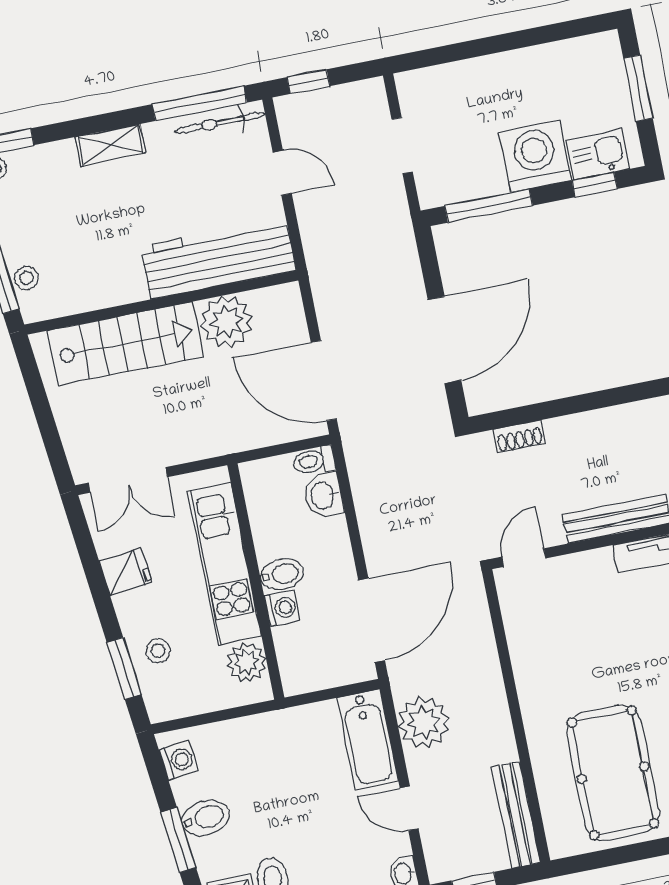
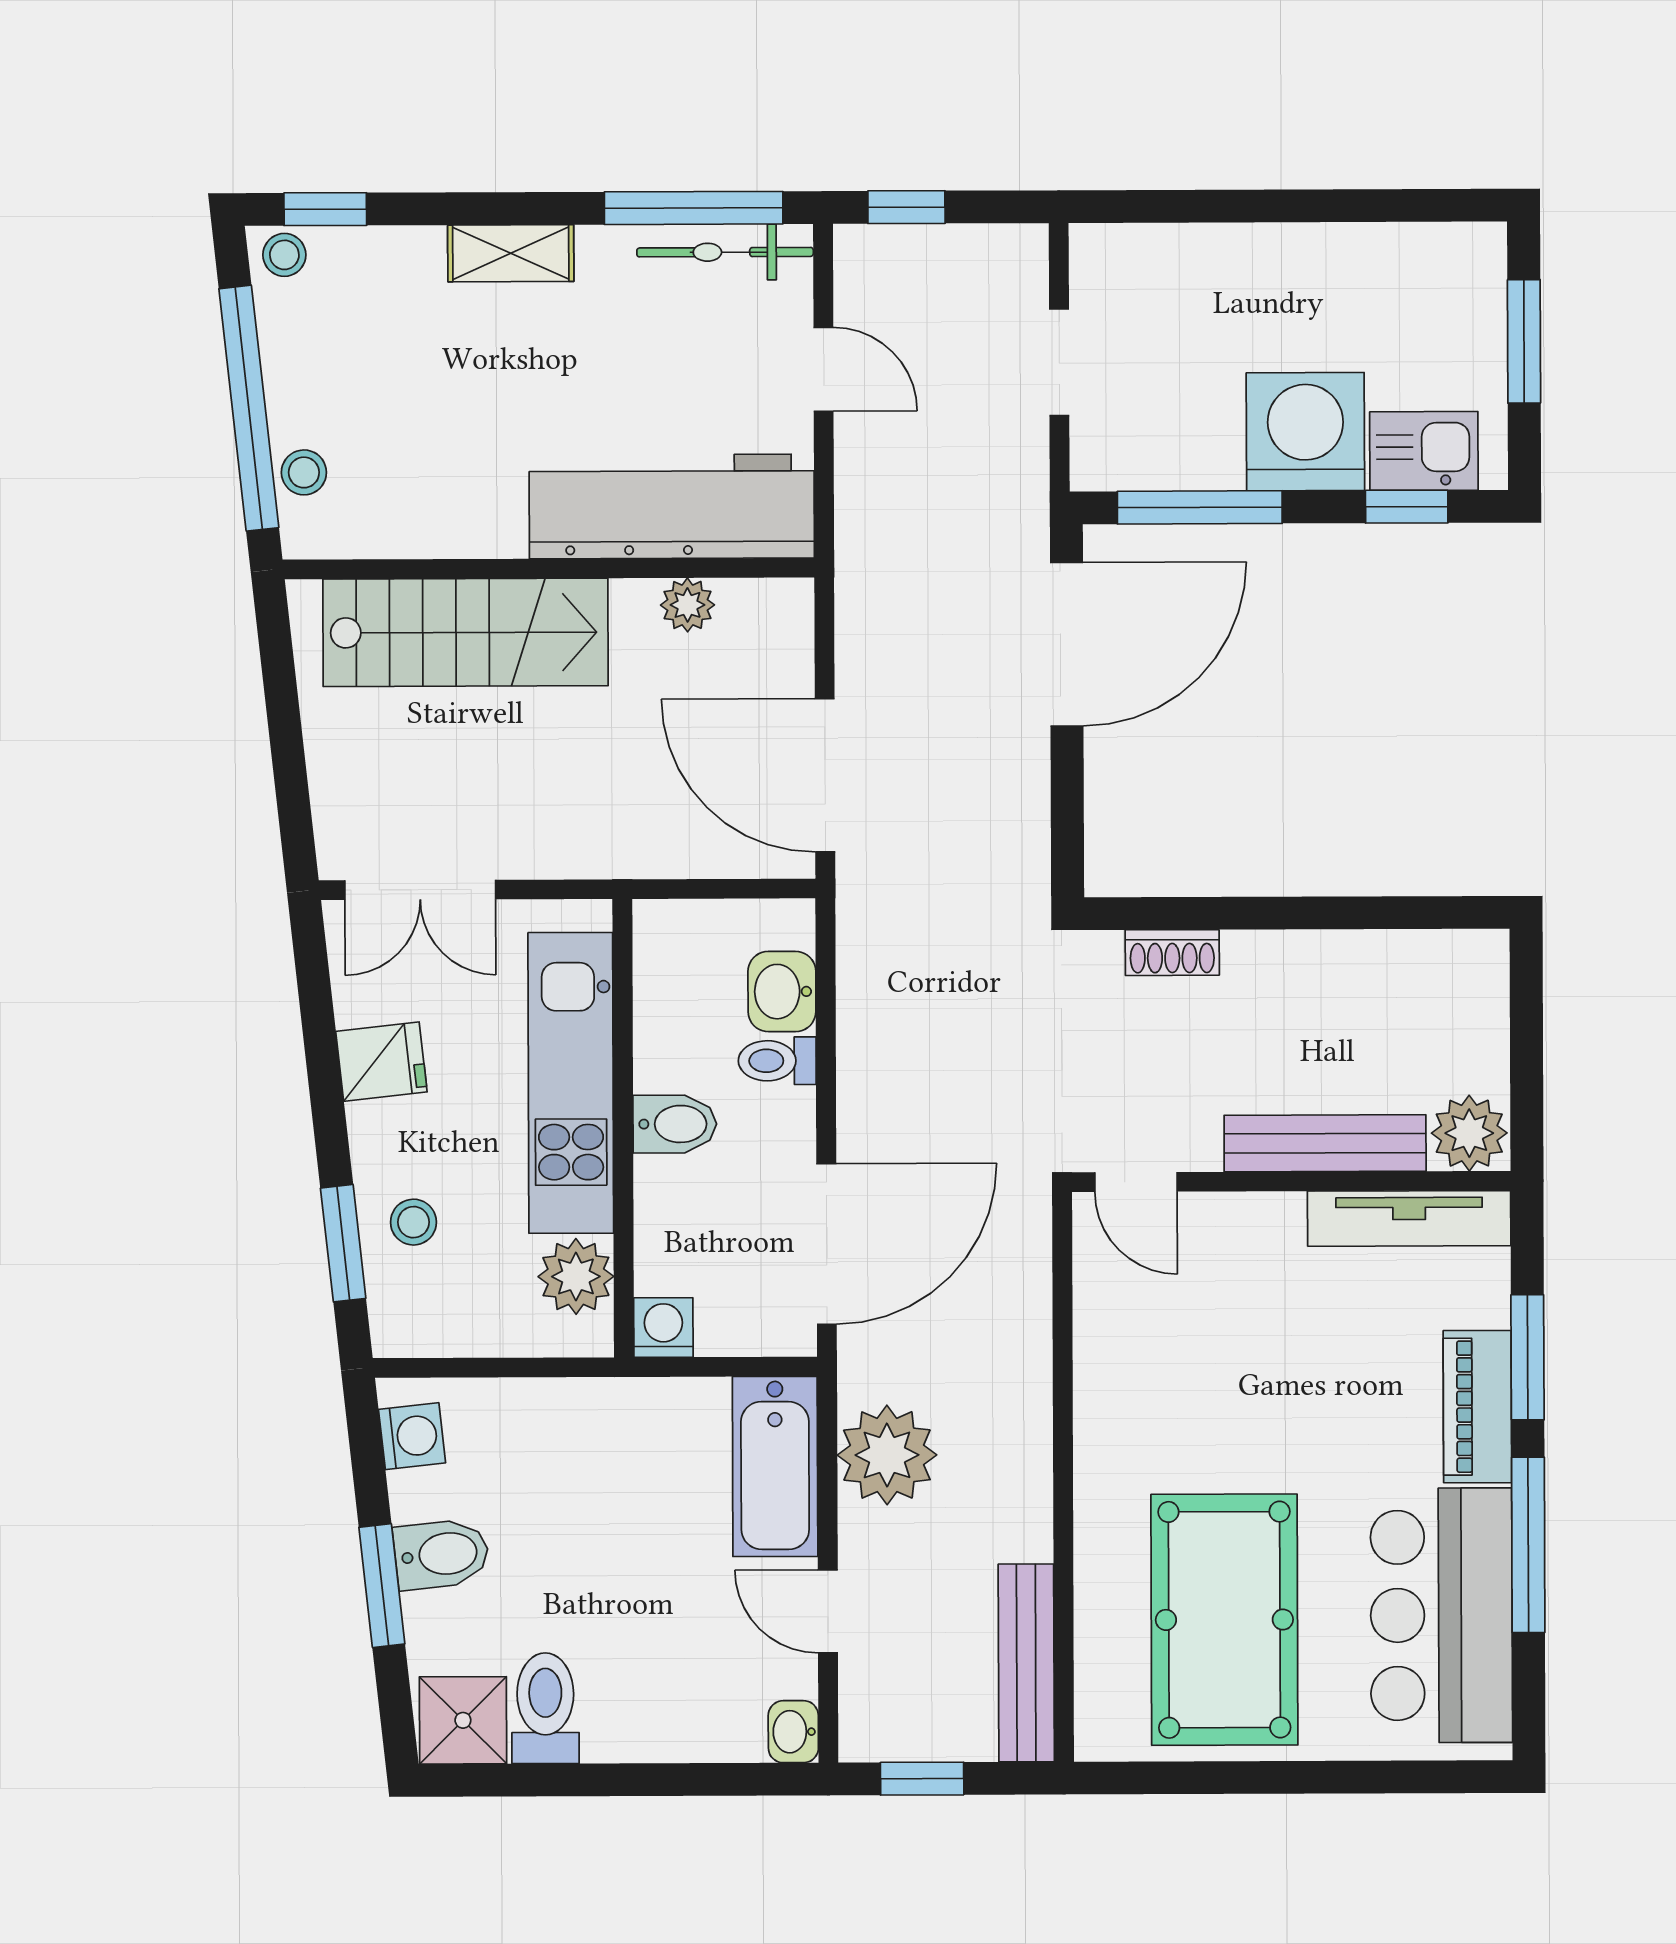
plant: (227, 322) -> (687, 605), width x0.53, depth x0.53
door: (444, 340) -> (1067, 644), moved
toilet: (314, 461) -> (777, 1061), moved
door: (524, 558) -> (1136, 1182), swing flipped
washing machine: (282, 608) -> (663, 1328), moved, turned -90

